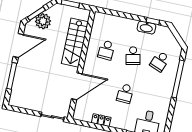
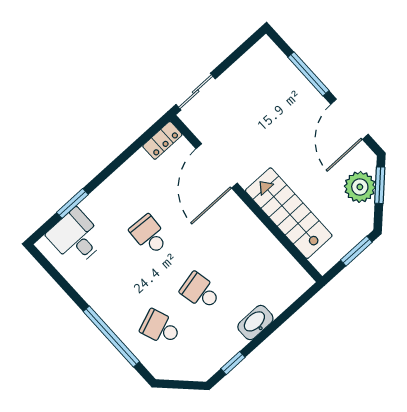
washbasin: (146, 28) -> (255, 323), moved
school desk: (106, 50) -> (240, 255), removed
school desk: (160, 61) -> (160, 328), turned -42
locker: (101, 120) -> (162, 140), moved

